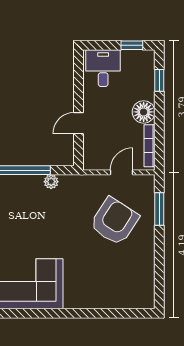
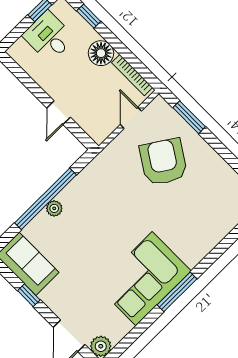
desk: (103, 68) -> (49, 37), moved
plant: (51, 182) -> (54, 208), moved
window: (40, 313) -> (177, 292), added

